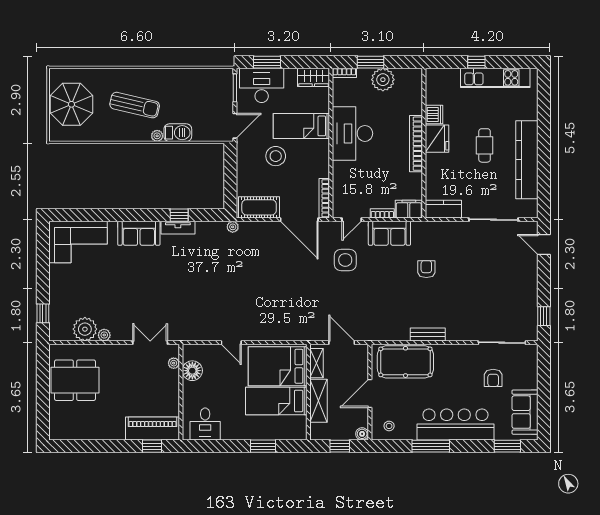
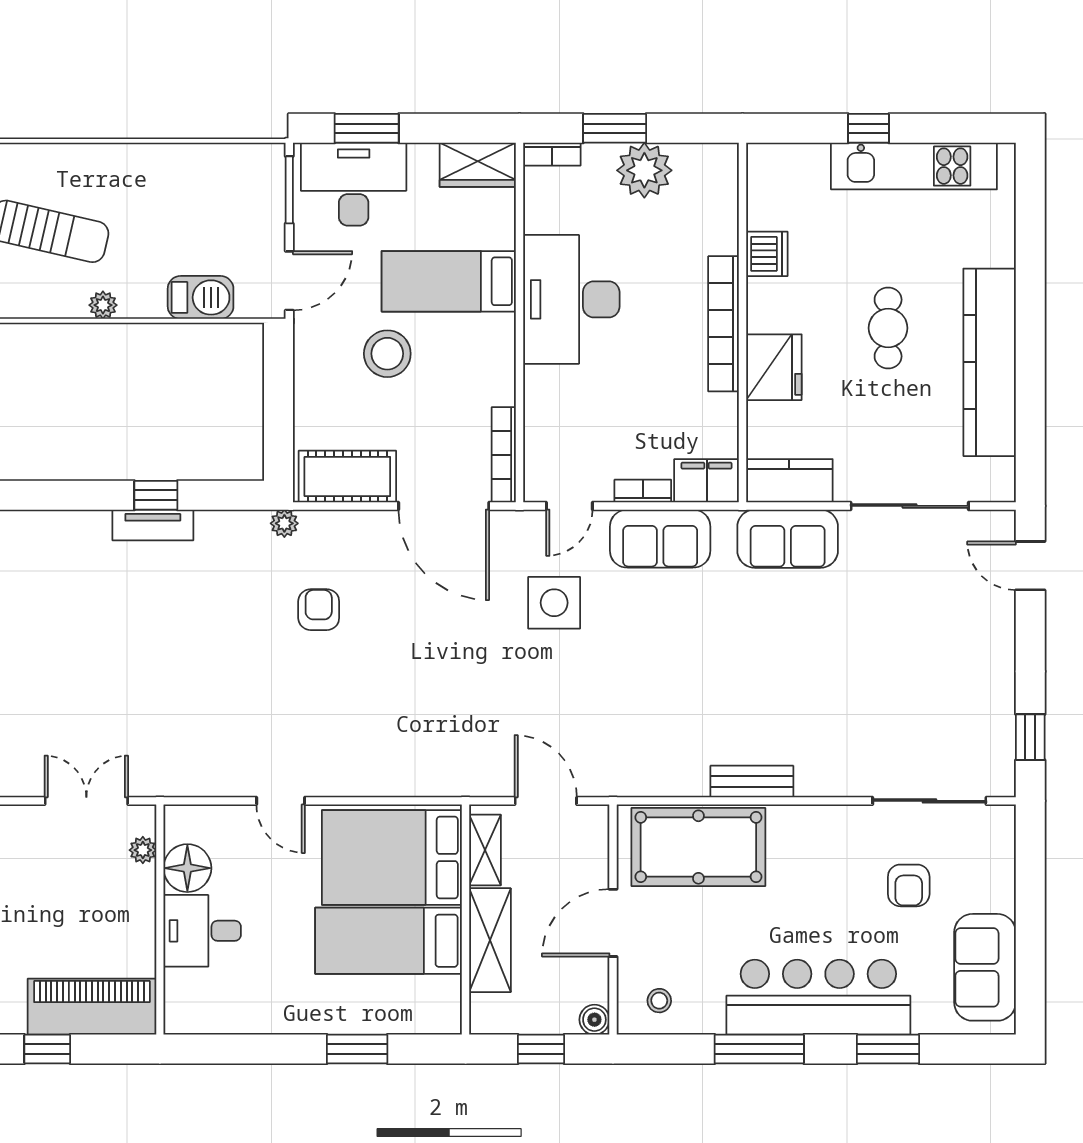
barbecue: (178, 133) -> (201, 297), moved
fridge: (437, 139) -> (774, 367), moved
sofa: (139, 233) -> (788, 539), moved
armchair: (426, 269) -> (319, 610), moved
desk: (205, 424) -> (202, 931), moved, turned 90
window: (152, 446) -> (47, 1049), moved
window: (507, 446) -> (888, 1049), moved

